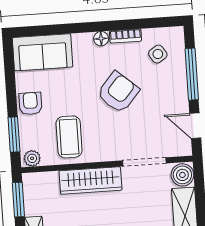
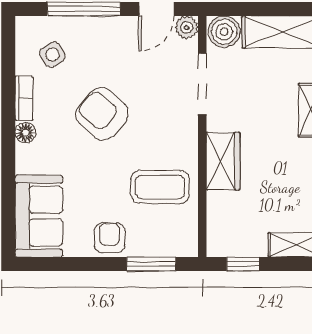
armchair: (30, 104) -> (110, 238), turned 90
plant: (32, 158) -> (187, 27), moved
wardrobe: (90, 180) -> (223, 161), width x0.67
window: (18, 200) -> (243, 264), width x0.67

